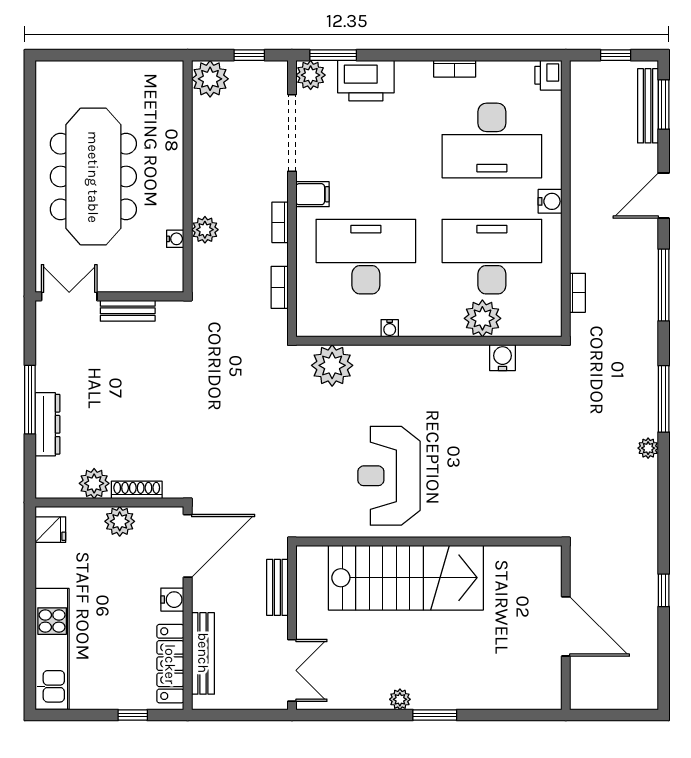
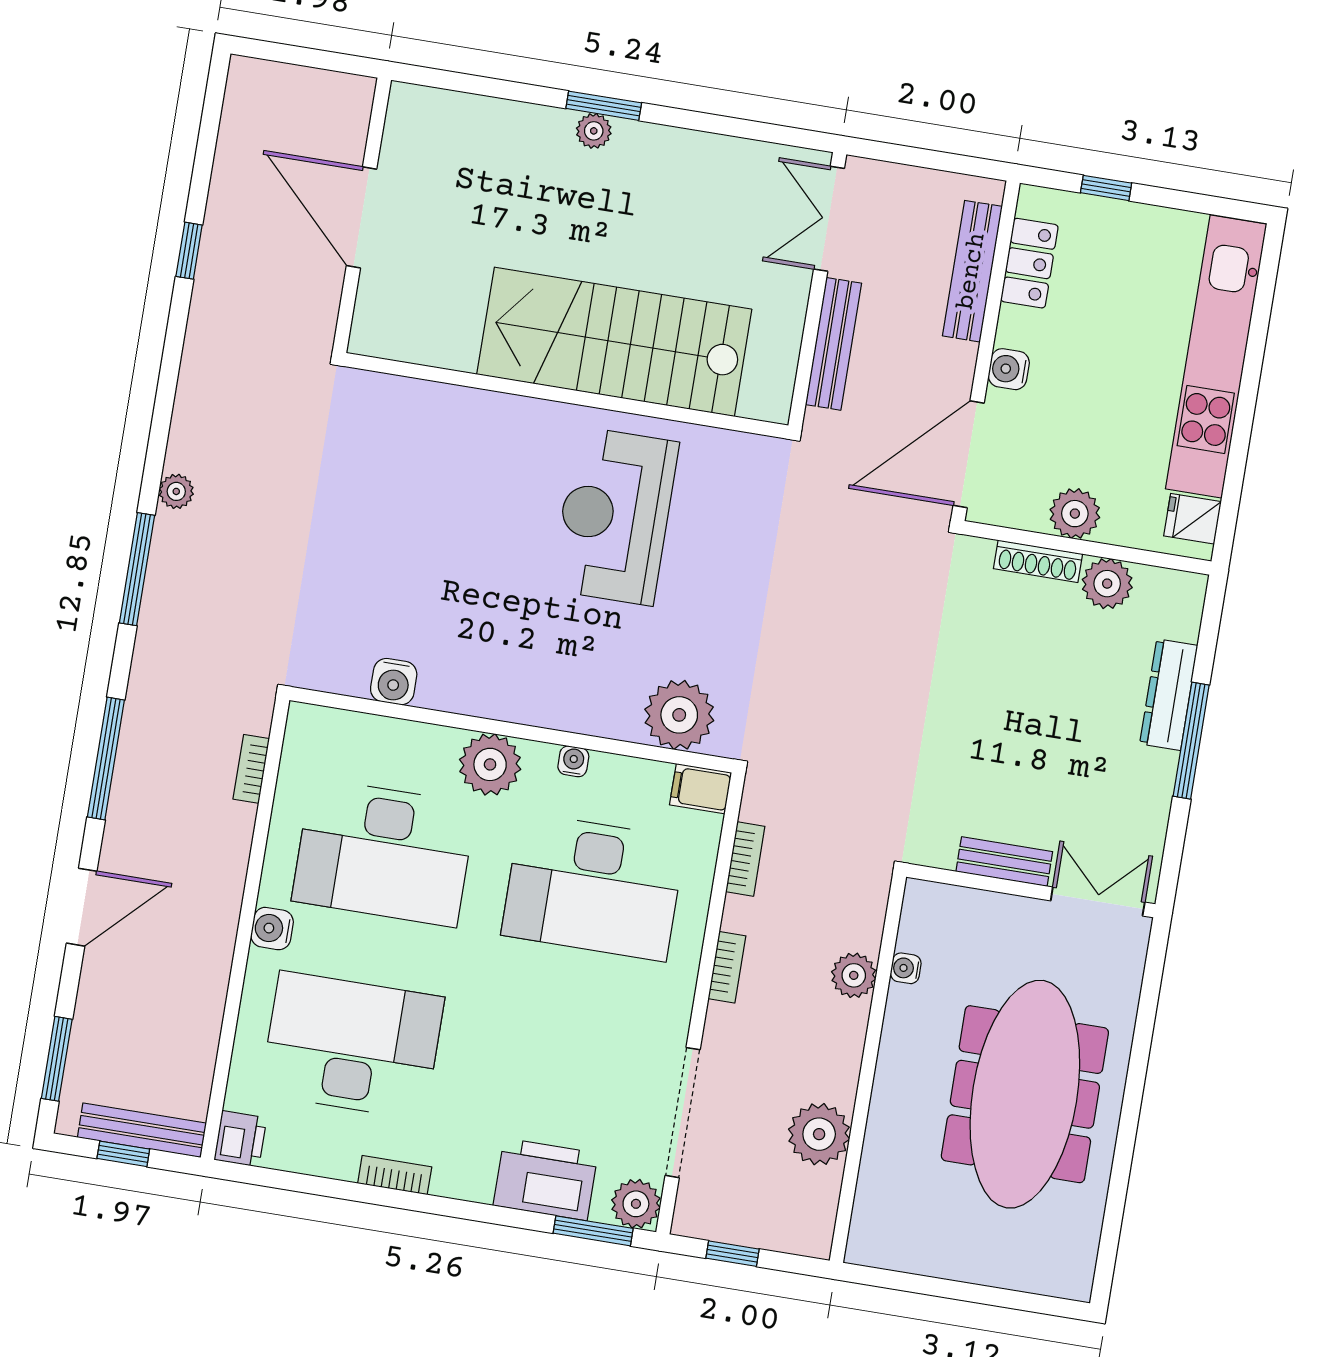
plant: (210, 79) -> (819, 1134), moved
bench: (648, 106) -> (142, 1130), moved, turned 90
filing cabinet: (313, 194) -> (701, 789), moved
double door: (69, 296) -> (1098, 901), swing flipped
plant: (482, 318) -> (490, 764), moved
reception desk: (389, 476) -> (615, 516), turned 180
bench: (277, 587) -> (833, 344), width x1.36
kitchen unit: (52, 649) -> (1216, 356), width x1.36
locker: (170, 664) -> (1029, 263), width x0.66
plant: (400, 699) -> (594, 131), moved

